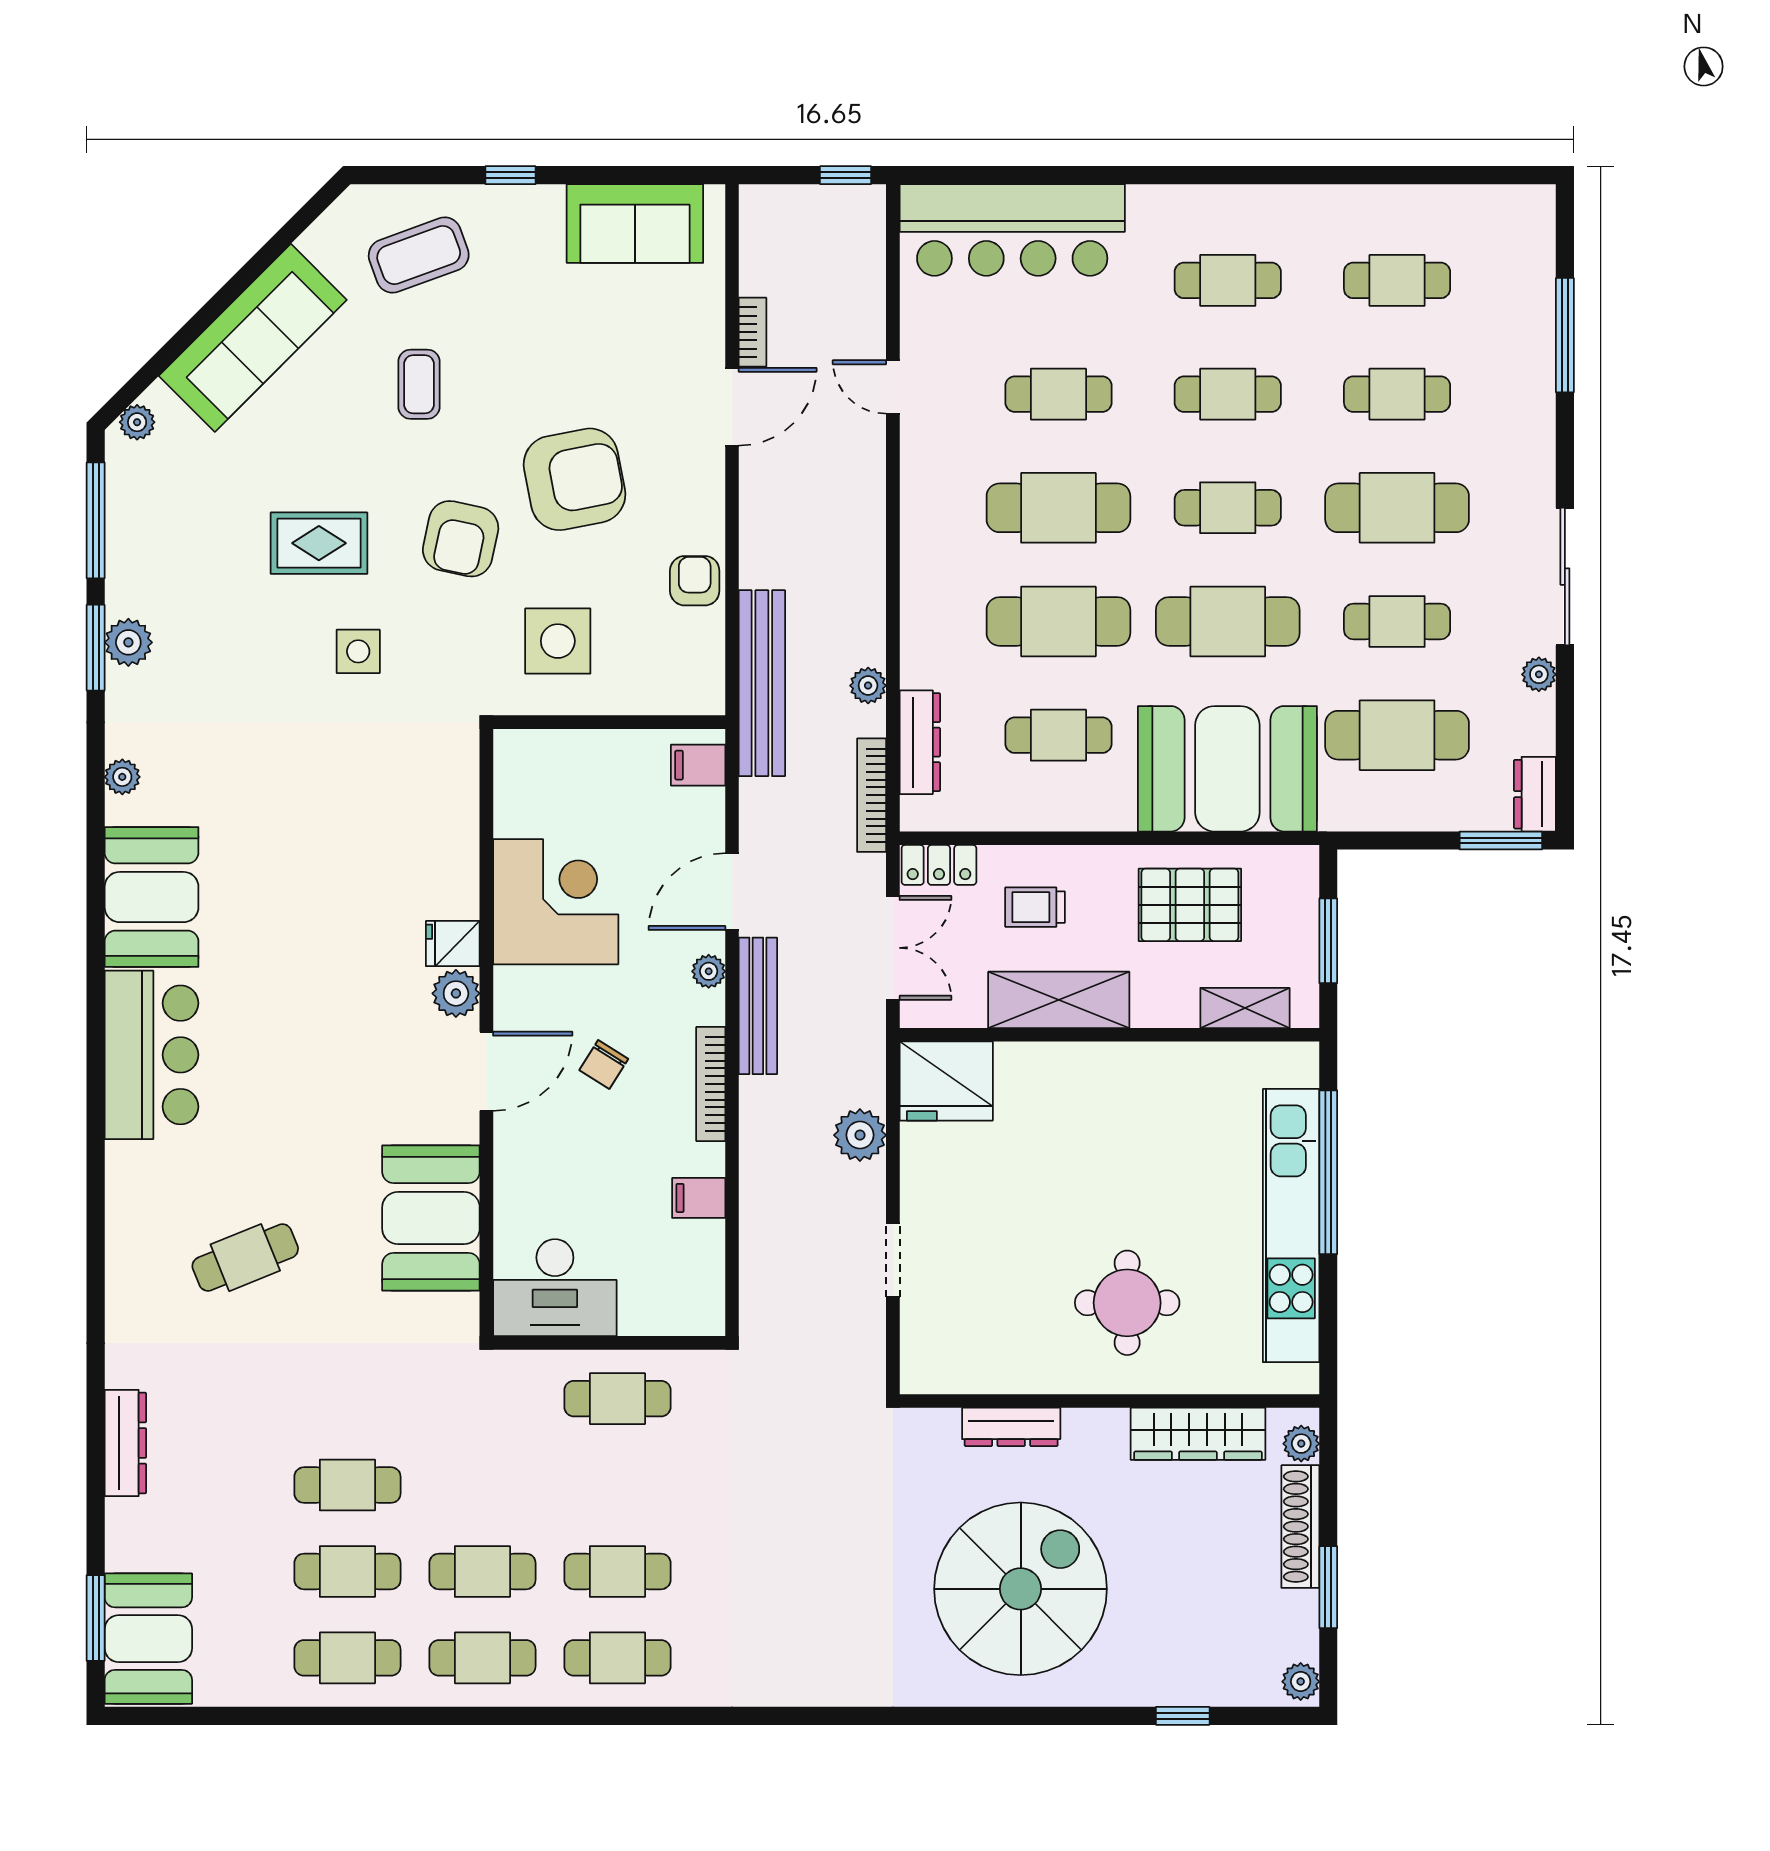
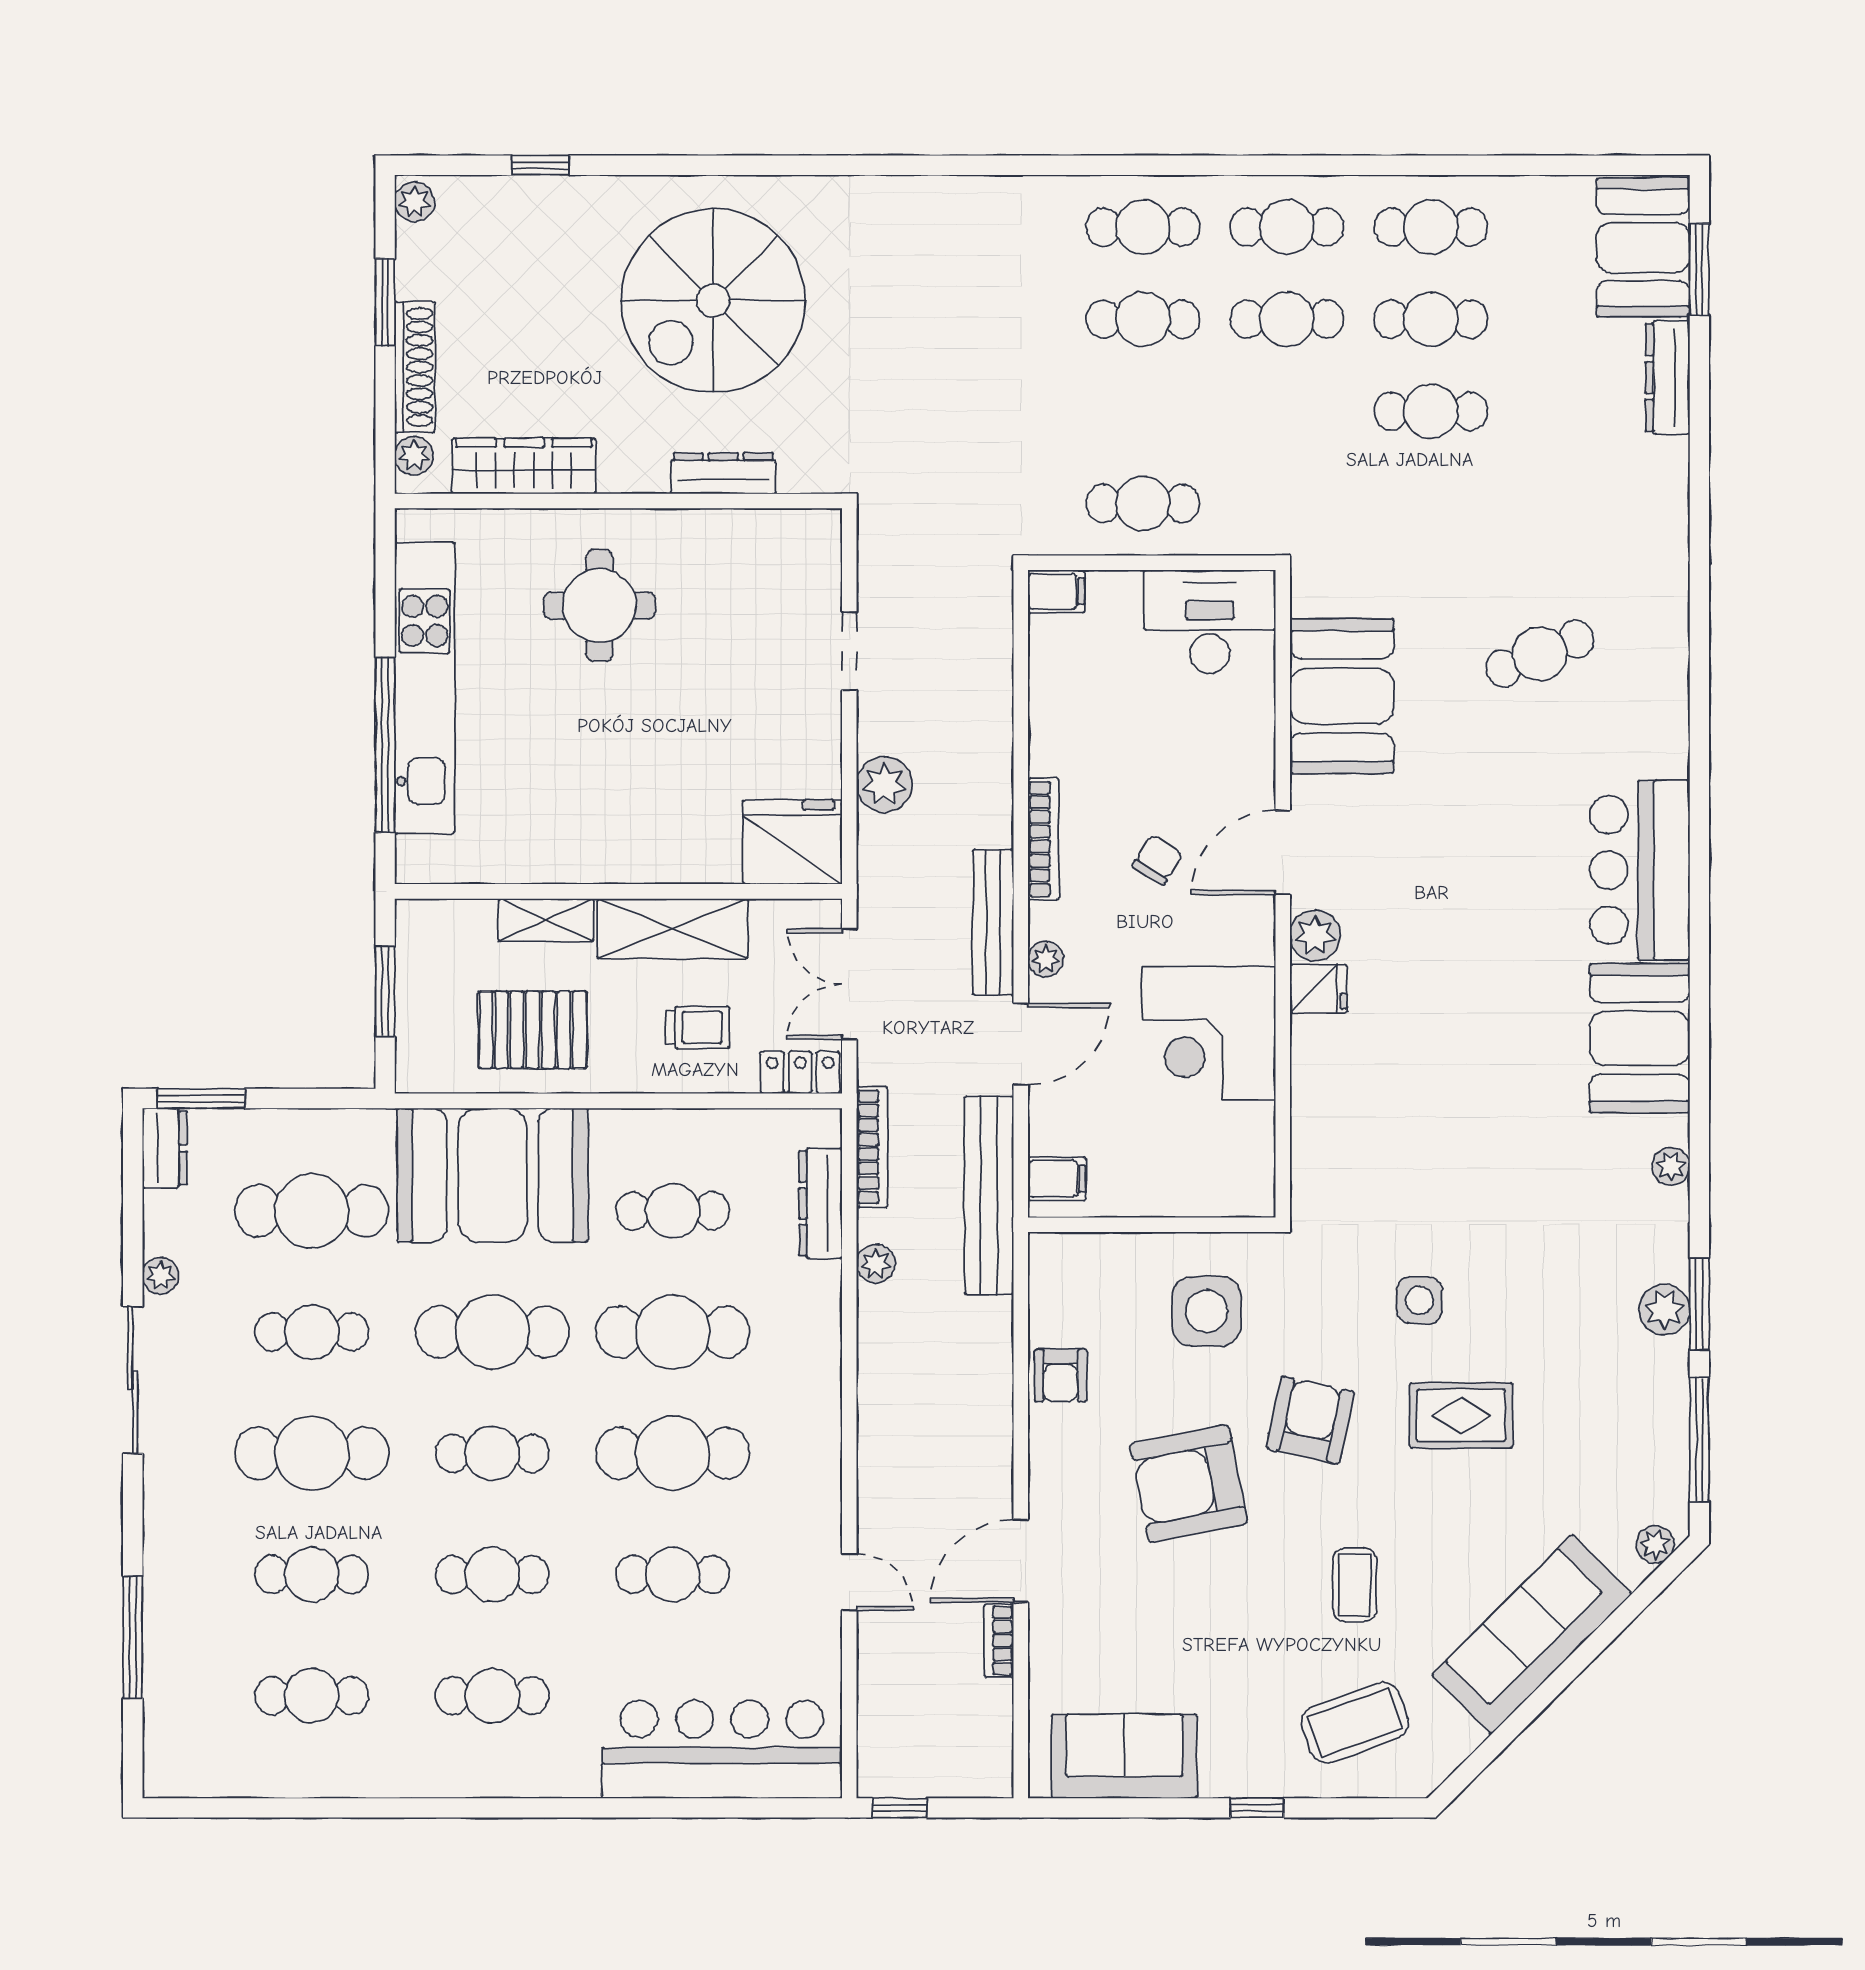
bench: (762, 683) -> (989, 1195), moved
shelving: (1245, 1008) -> (546, 920), moved
filing cabinet: (699, 1198) -> (1056, 591), moved
dresser: (125, 1443) -> (1668, 378), moved

